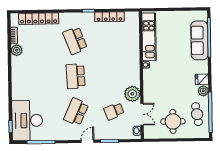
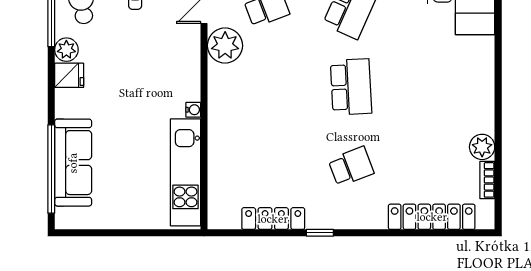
school desk: (75, 41) -> (351, 167), width x0.54

